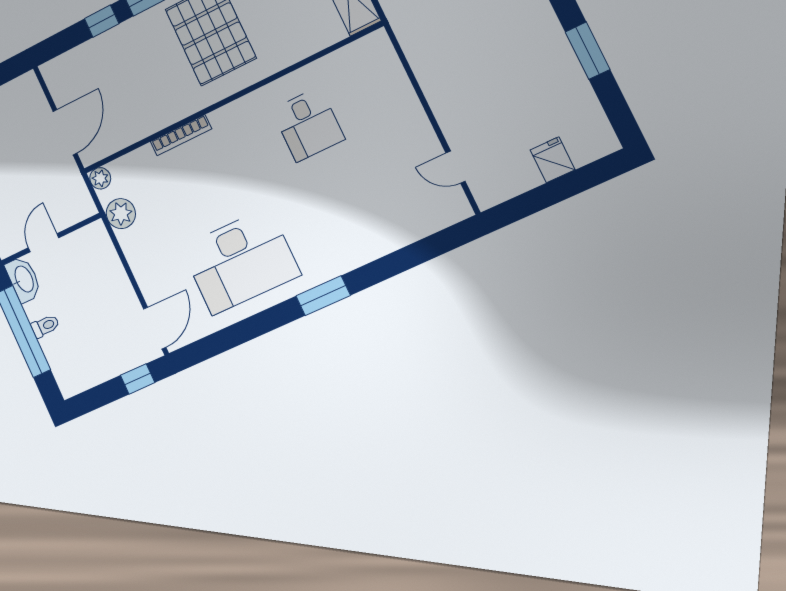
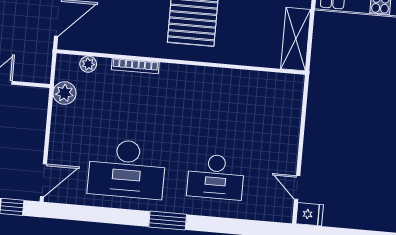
desk: (308, 124) -> (216, 177), moved, width x1.37
fridge: (553, 160) -> (310, 214), moved, turned 90
plant: (100, 178) -> (88, 64), moved

